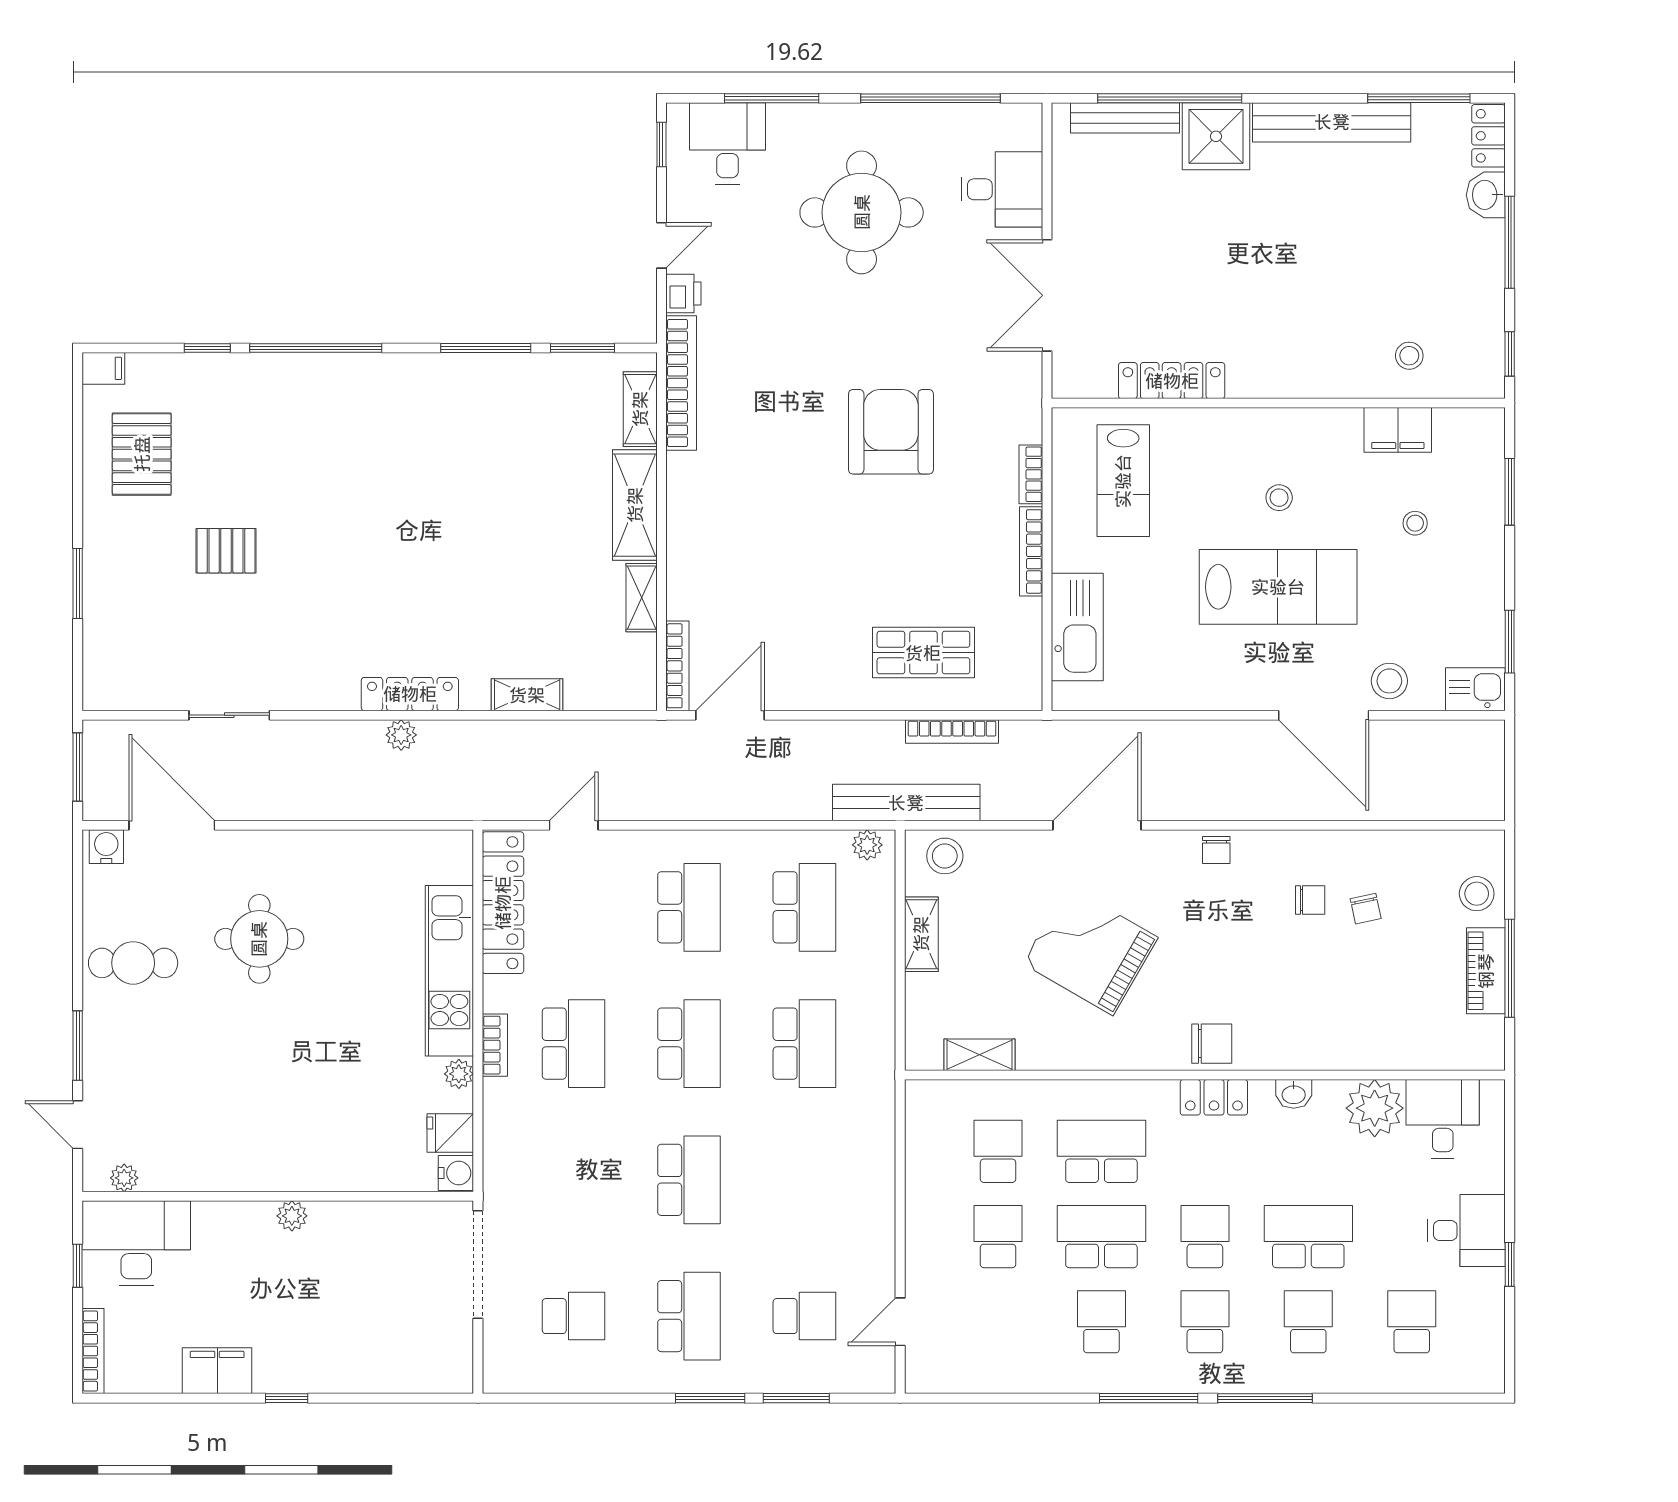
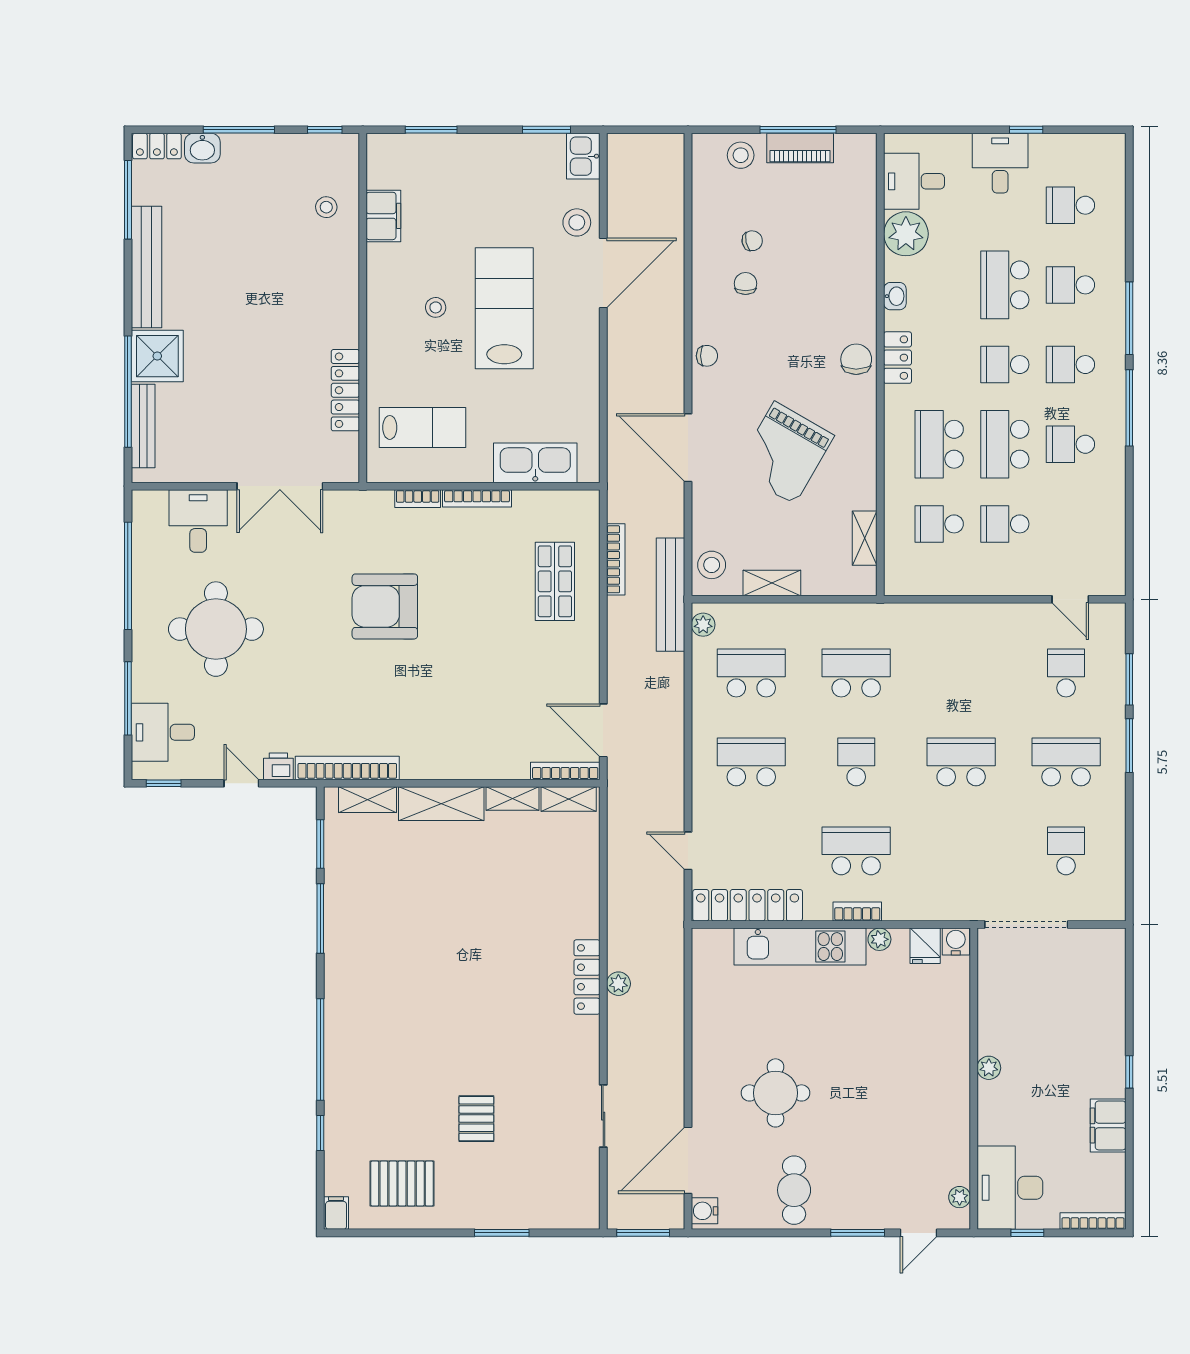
stool: (1415, 523) -> (455, 203), removed
shelving: (527, 695) -> (569, 799), moved, turned 90
school desk: (689, 1044) -> (856, 762), width x0.54

